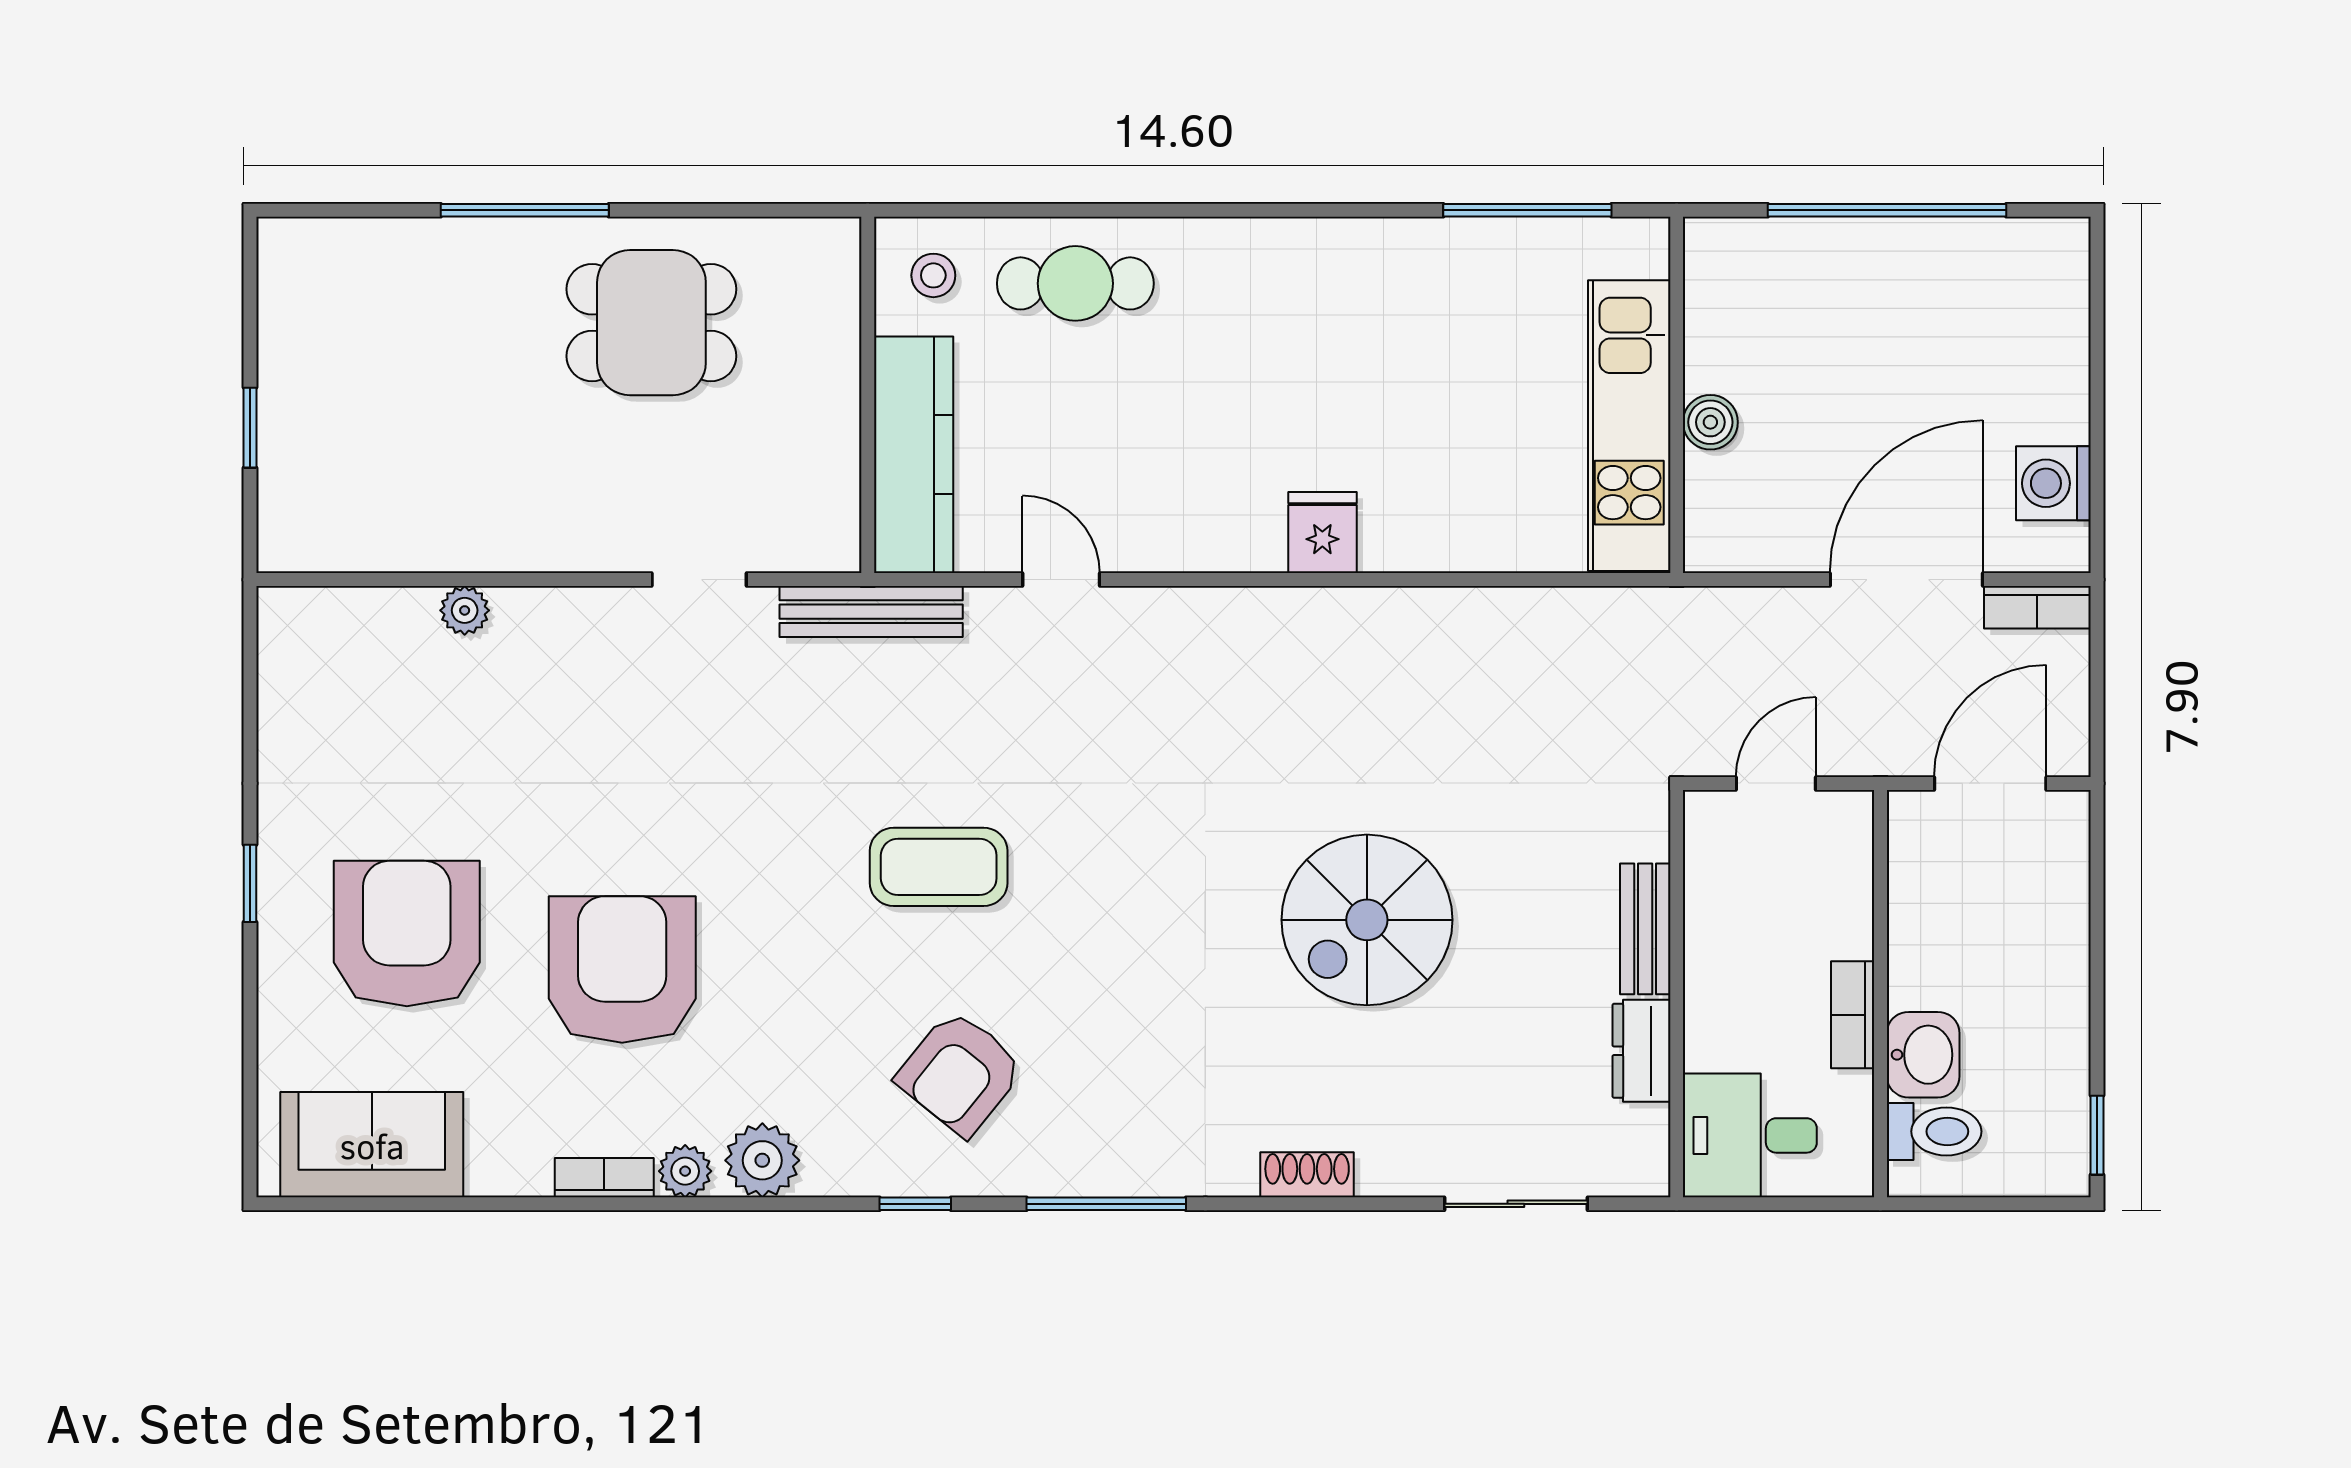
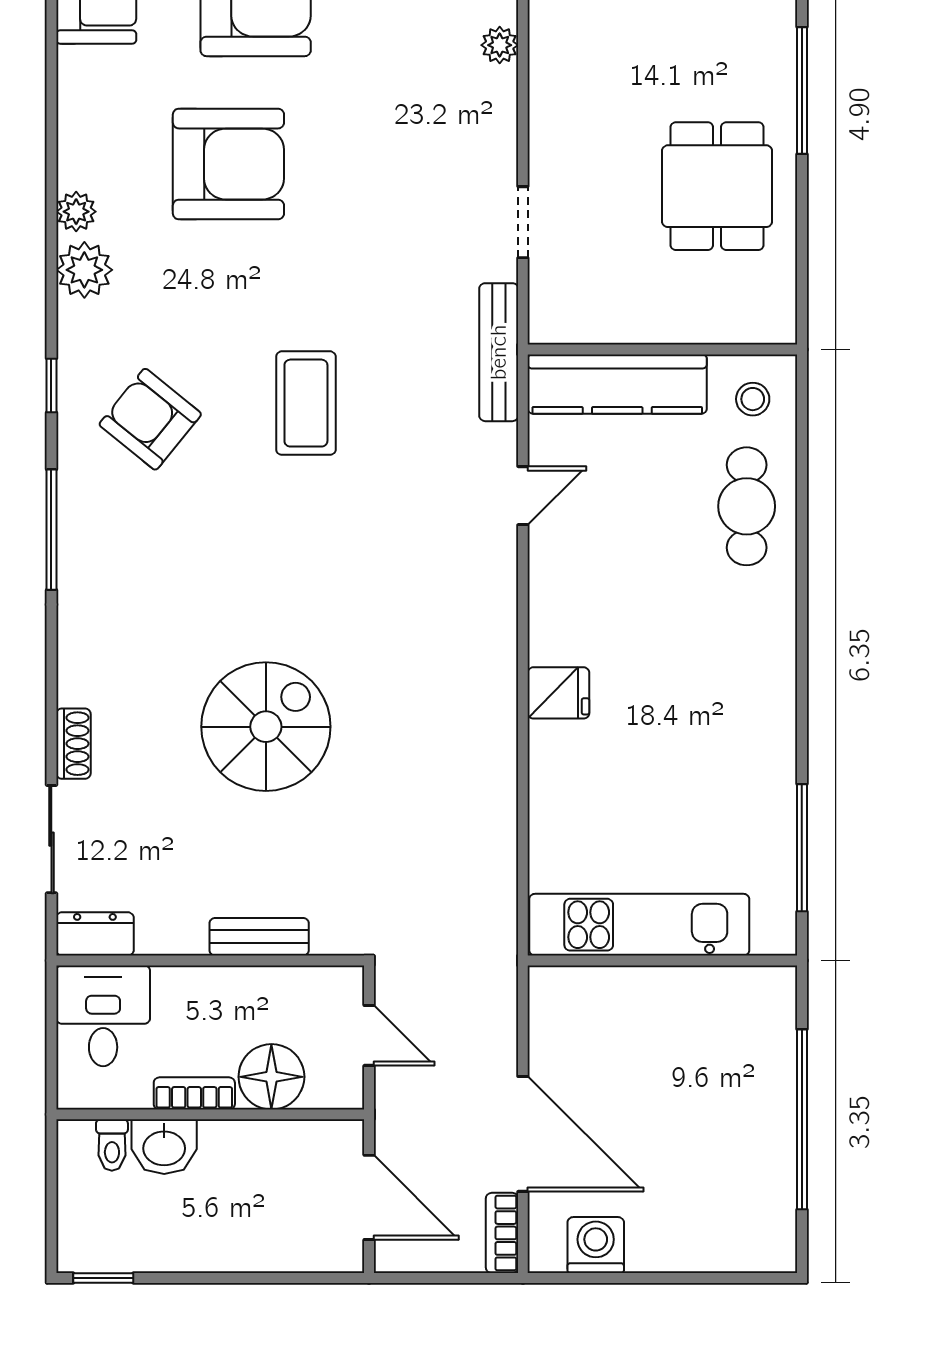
boiler: (1710, 422) -> (642, 986), removed
floor lamp: (1831, 913) -> (271, 1077), added
spiral stairs: (1367, 920) -> (266, 727), turned 90
dresser: (1641, 1051) -> (95, 934), moved
toilet: (1934, 1131) -> (112, 1145), width x0.73, depth x0.72
shoe rack: (1307, 1175) -> (73, 744), moved
bookcase: (604, 1178) -> (71, 151), removed

